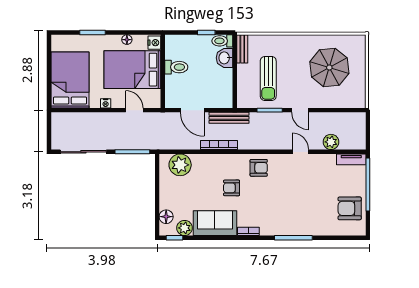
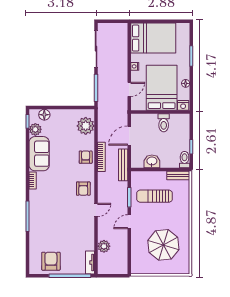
washbasin: (225, 58) -> (152, 161), moved
door: (300, 152) -> (96, 210), moved
armchair: (232, 188) -> (86, 157), moved

